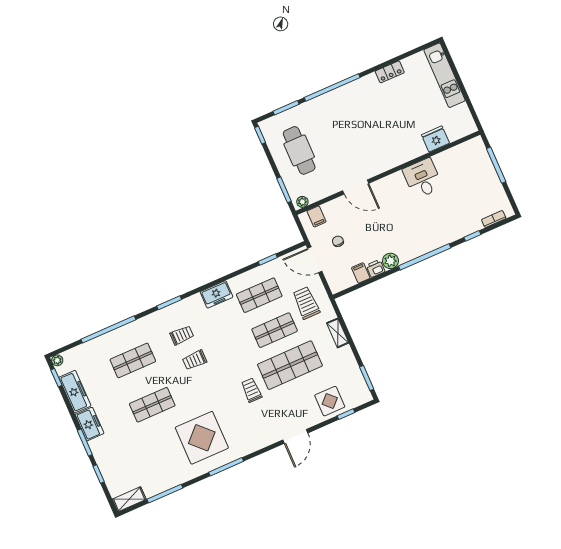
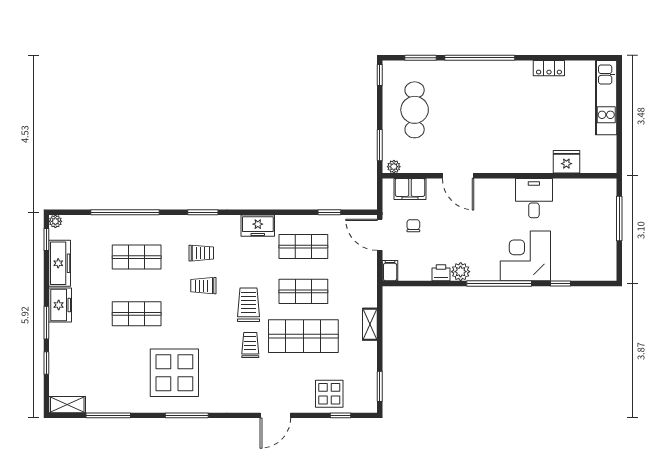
filing cabinet: (317, 216) -> (410, 189), width x2.00
bookcase: (494, 219) -> (591, 275), removed
corner desk: (436, 226) -> (525, 256), added
filing cabinet: (361, 273) -> (390, 271), moved
trolley: (306, 303) -> (248, 305), moved

